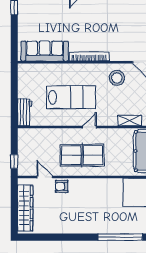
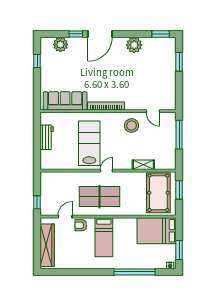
lab bench: (71, 97) -> (89, 143), turned -90
workbench: (25, 112) -> (47, 137), moved
door: (45, 177) -> (65, 217), hinge flipped
bed: (87, 199) -> (104, 237), added

